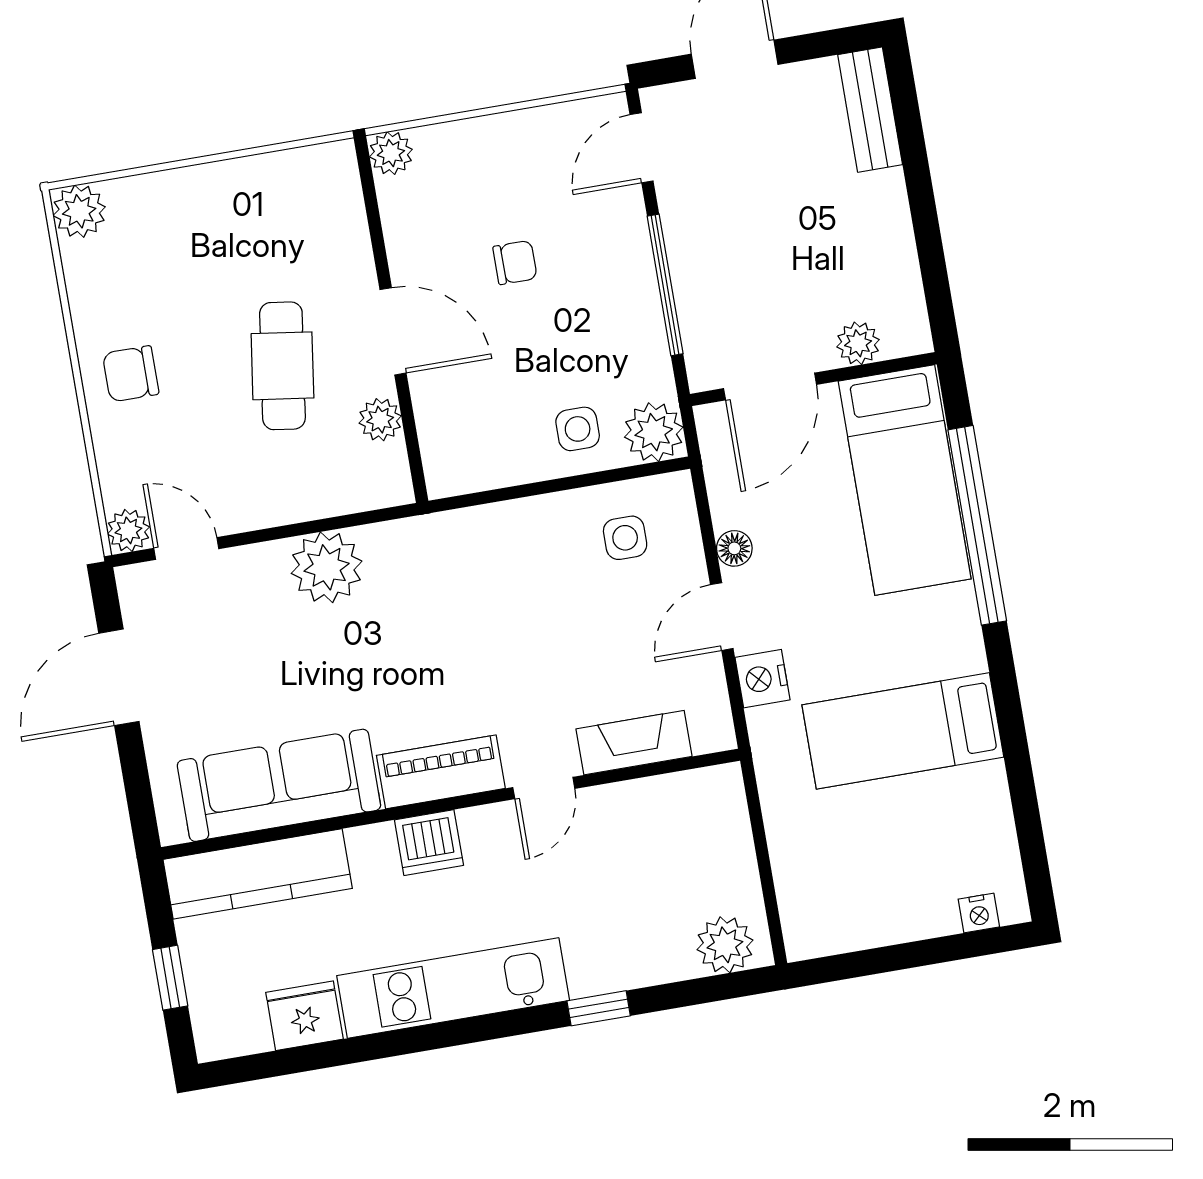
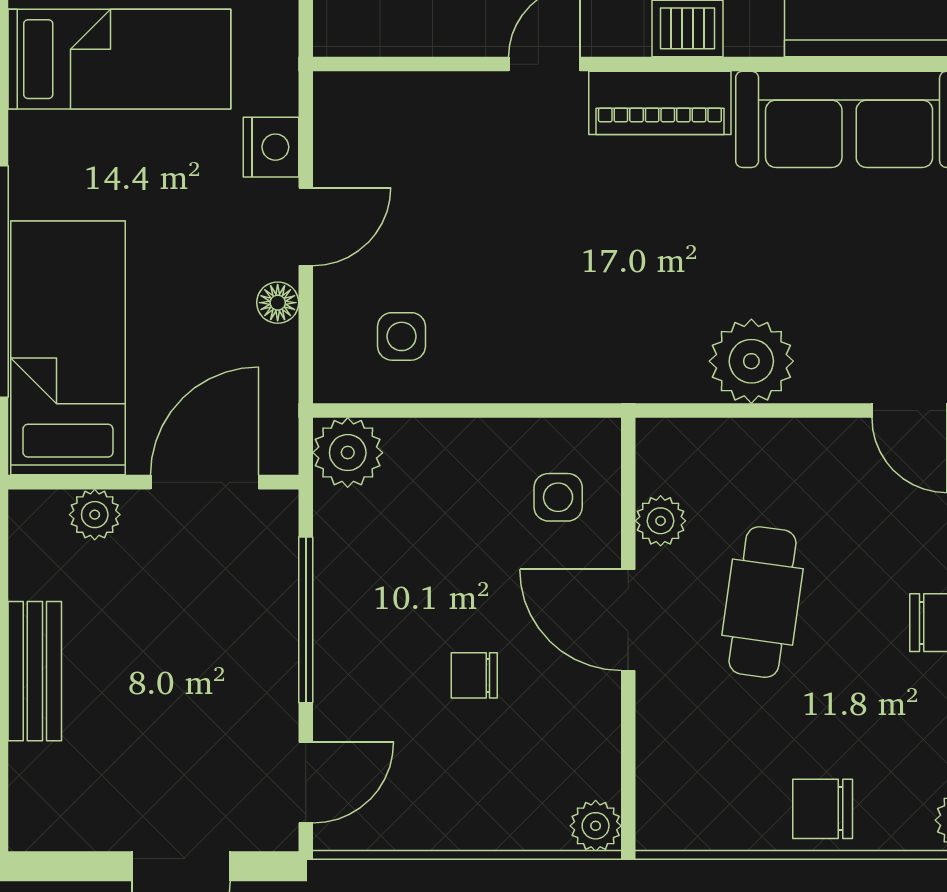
bench: (870, 110) -> (35, 671), moved
chair: (202, 200) -> (823, 809), added
side table: (578, 429) -> (558, 497), moved
fireplace: (634, 743) -> (432, 99), removed

